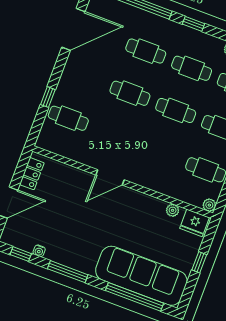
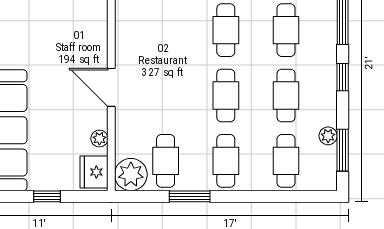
door: (110, 177) -> (111, 87), moved
plant: (209, 205) -> (131, 175), width x1.88, depth x1.88

